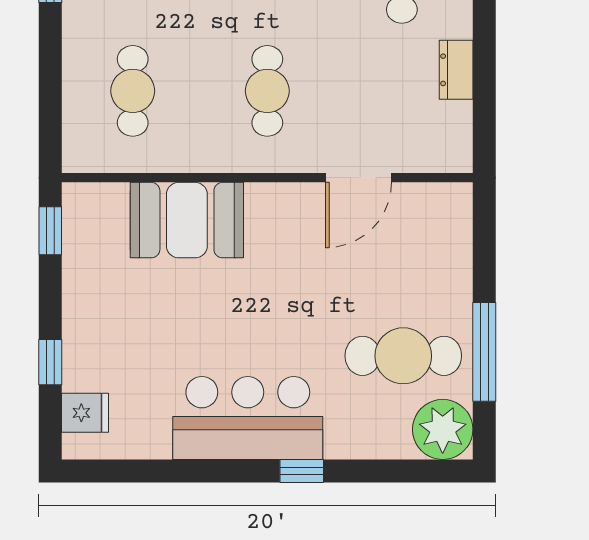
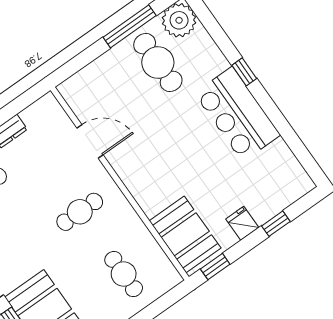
cafe table: (133, 91) -> (124, 274), turned 90
booth: (187, 220) -> (185, 234), moved
fridge: (85, 413) -> (242, 223), moved

